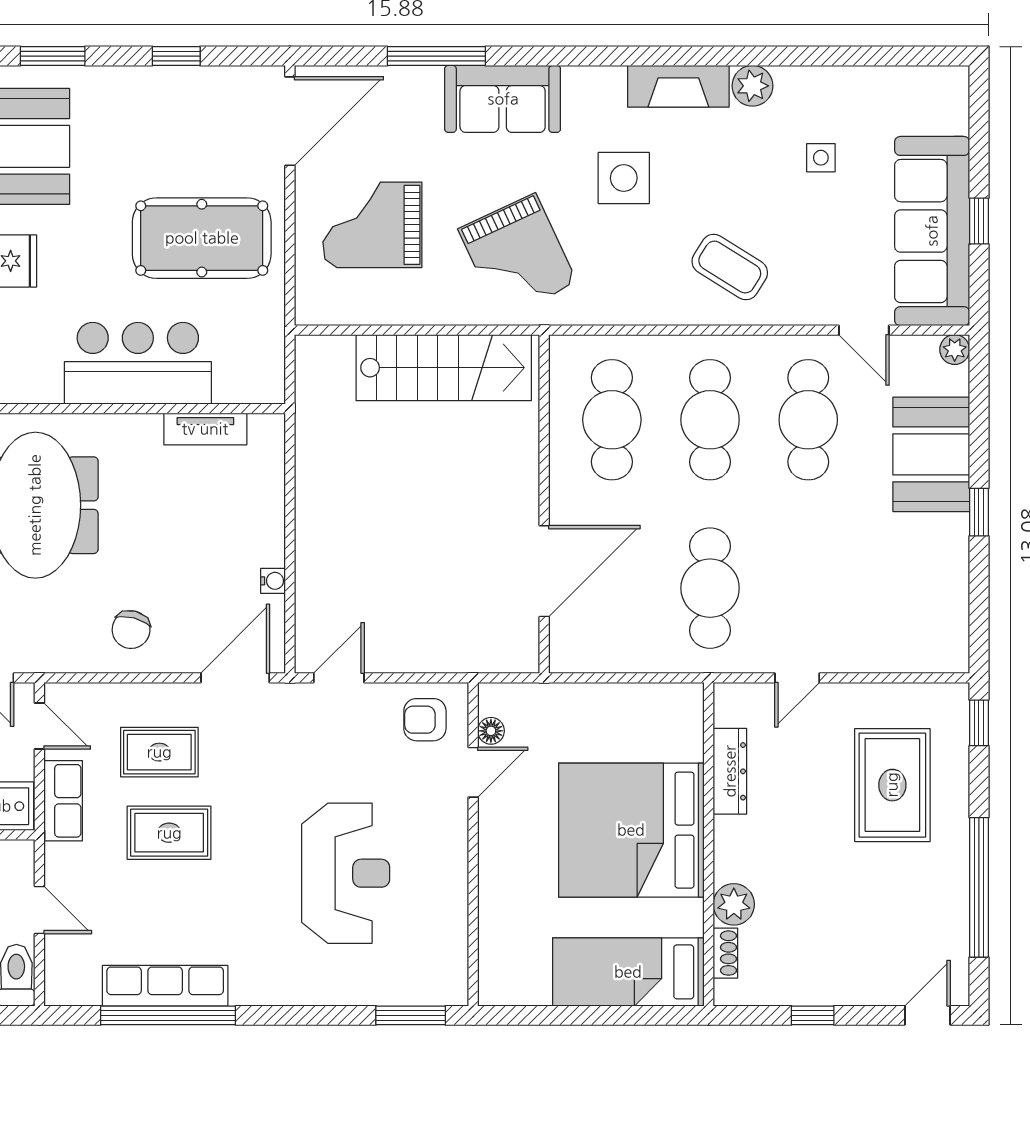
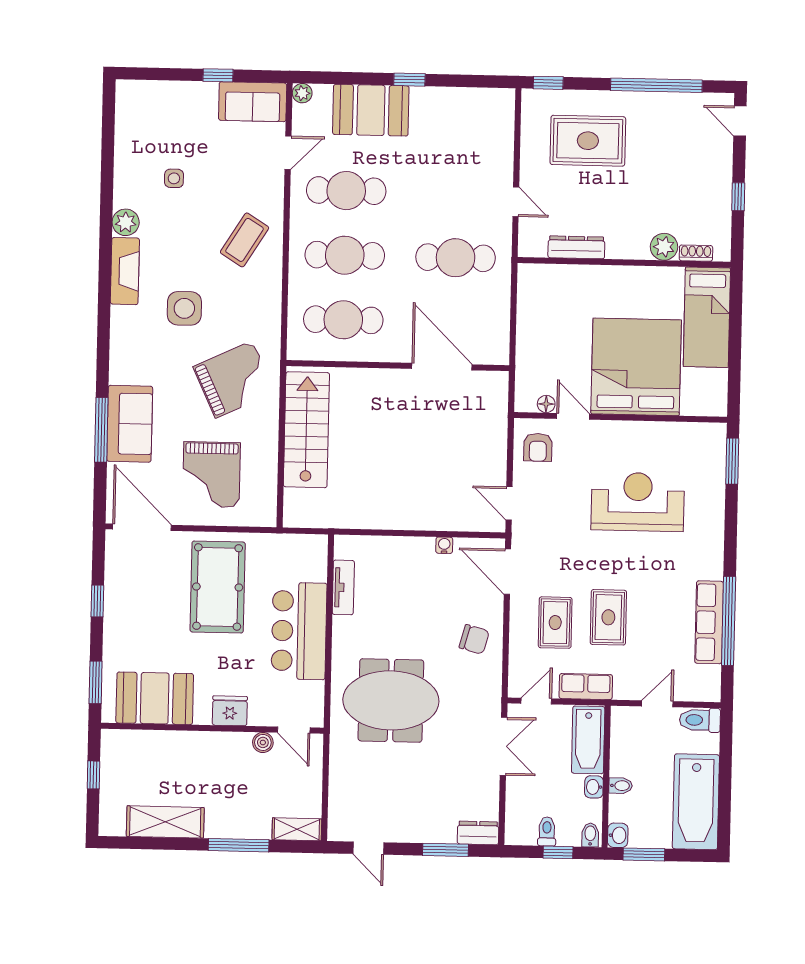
sofa: (503, 99) -> (130, 424), moved
sofa: (932, 231) -> (253, 102), width x0.54, depth x0.79
bed: (631, 830) -> (636, 367), moved, turned 180

